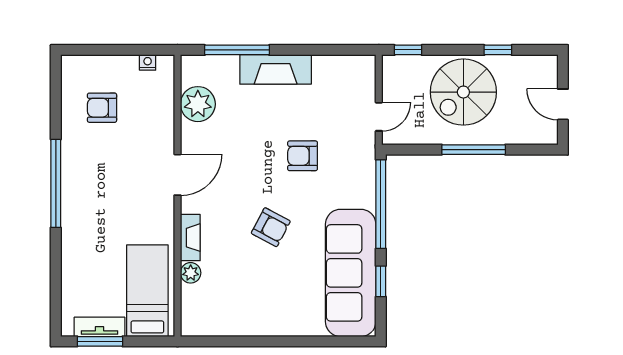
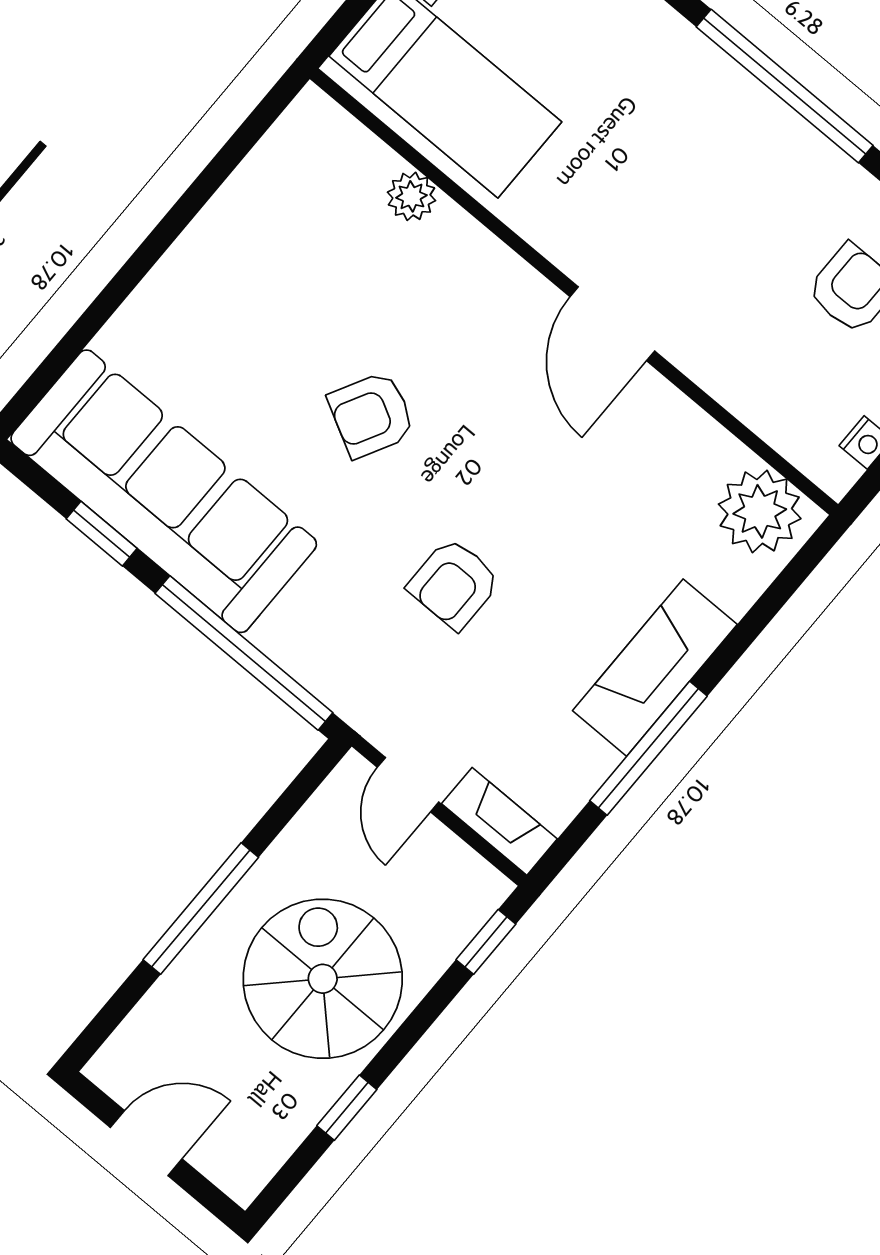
window: (237, 50) -> (648, 748), moved
plant: (198, 104) -> (760, 511), moved
armchair: (303, 156) -> (454, 584), turned 180
fireplace: (190, 238) -> (499, 821), moved, turned 180

